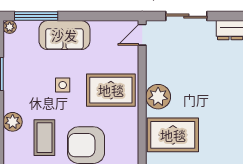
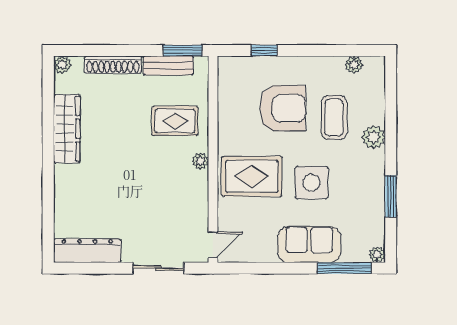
side table: (63, 85) -> (312, 183), width x1.87, depth x1.87
plant: (158, 97) -> (200, 161), width x0.53, depth x0.53
rug: (173, 135) -> (175, 121), width x0.73, depth x0.70

